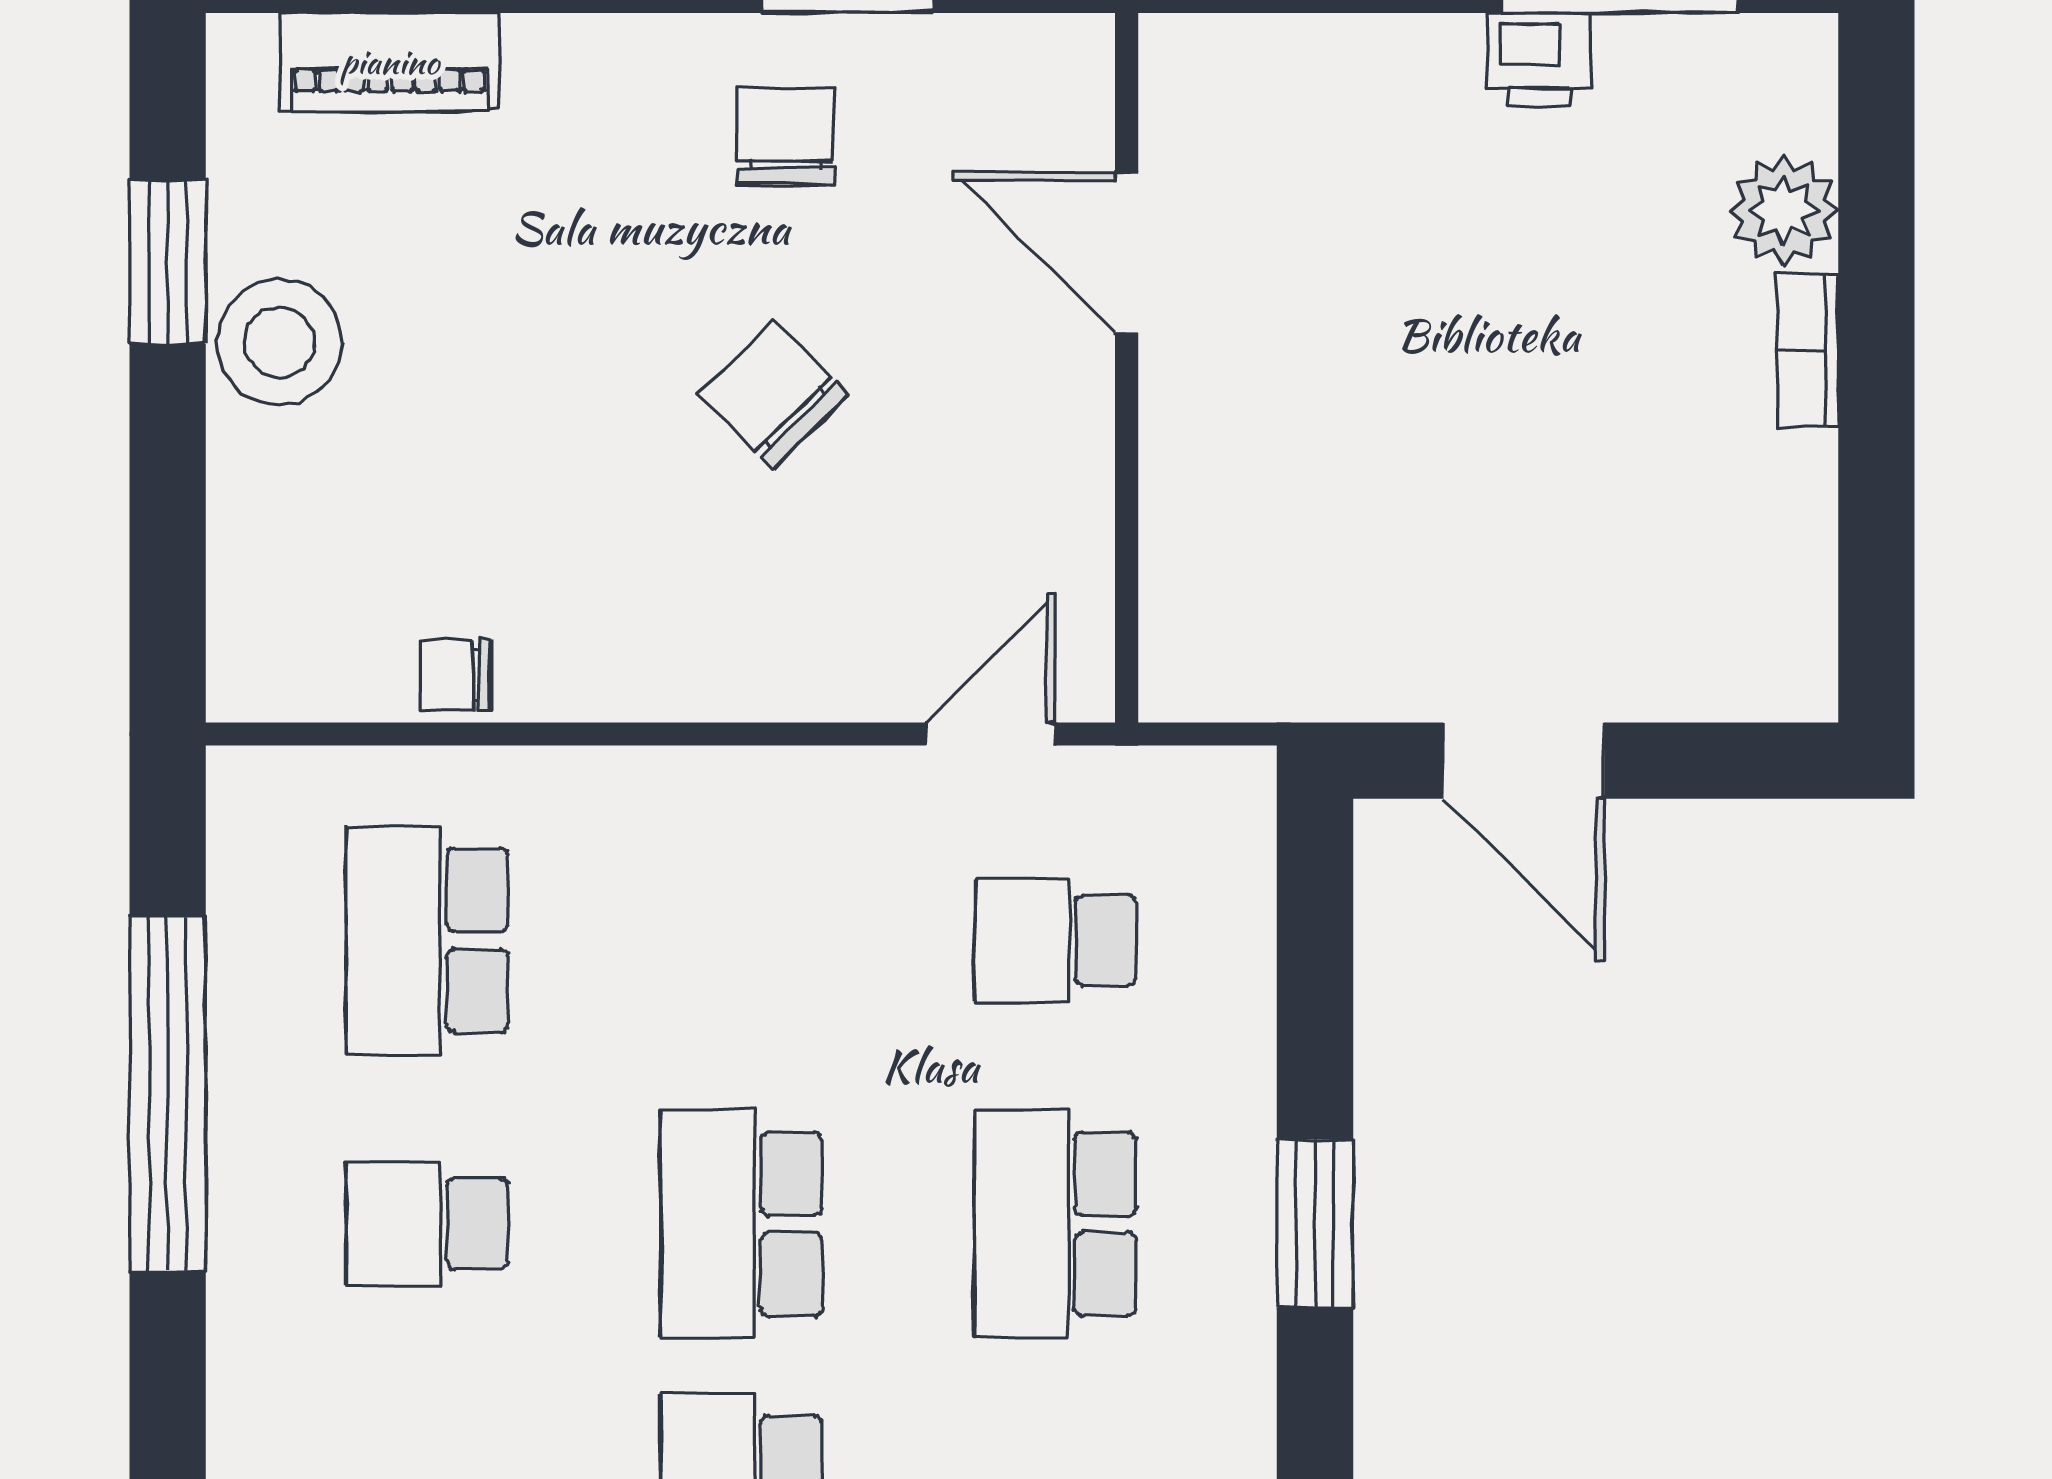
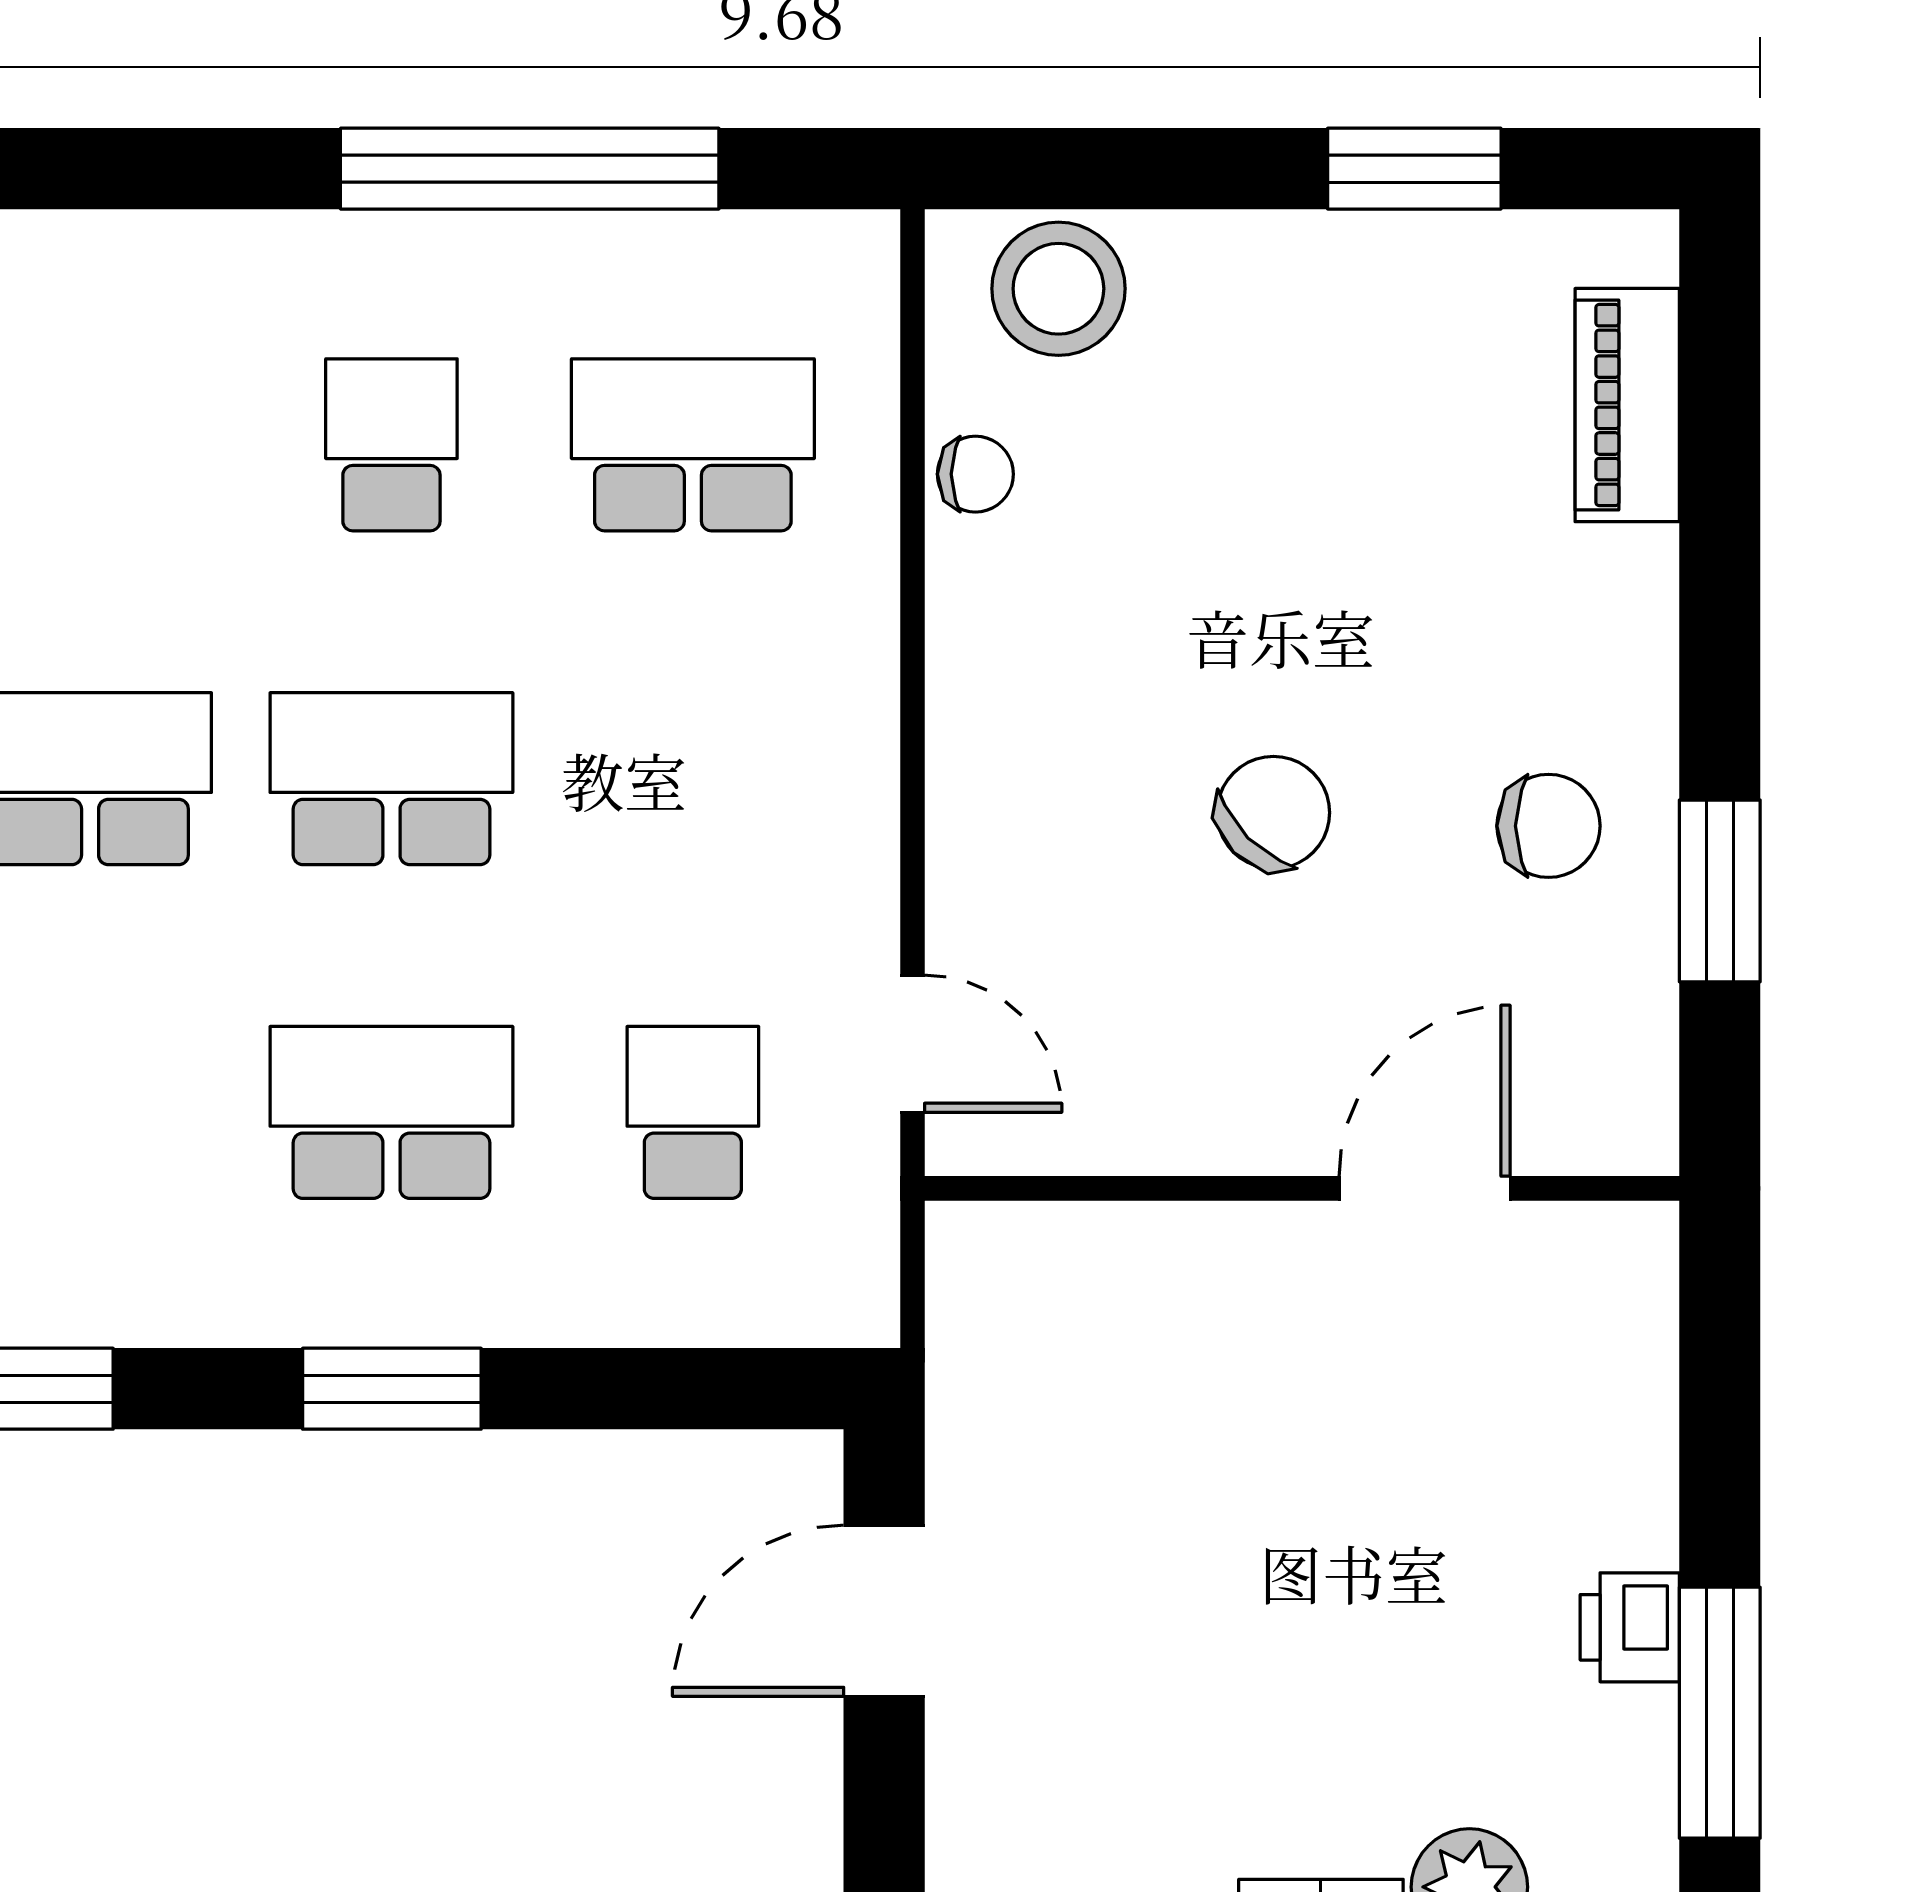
stool: (279, 342) -> (1058, 289), moved
chair: (455, 675) -> (975, 474), turned 90

